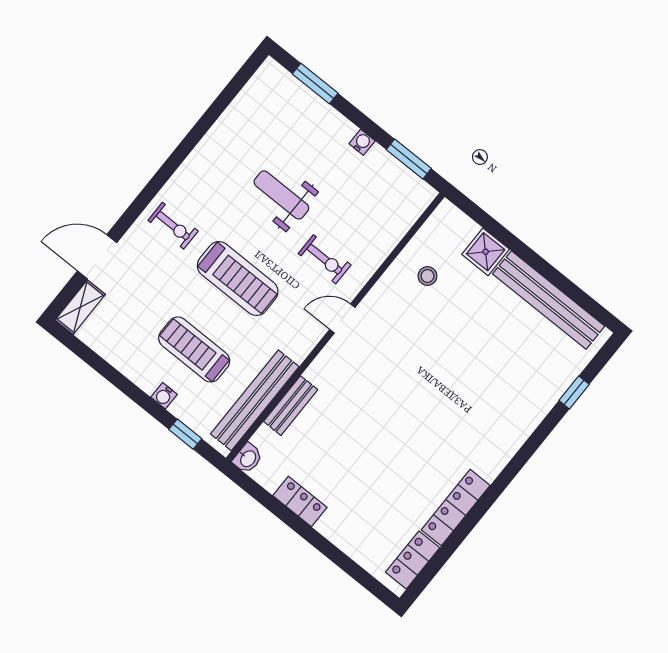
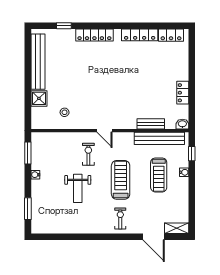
locker: (517, 431) -> (94, 35), added

